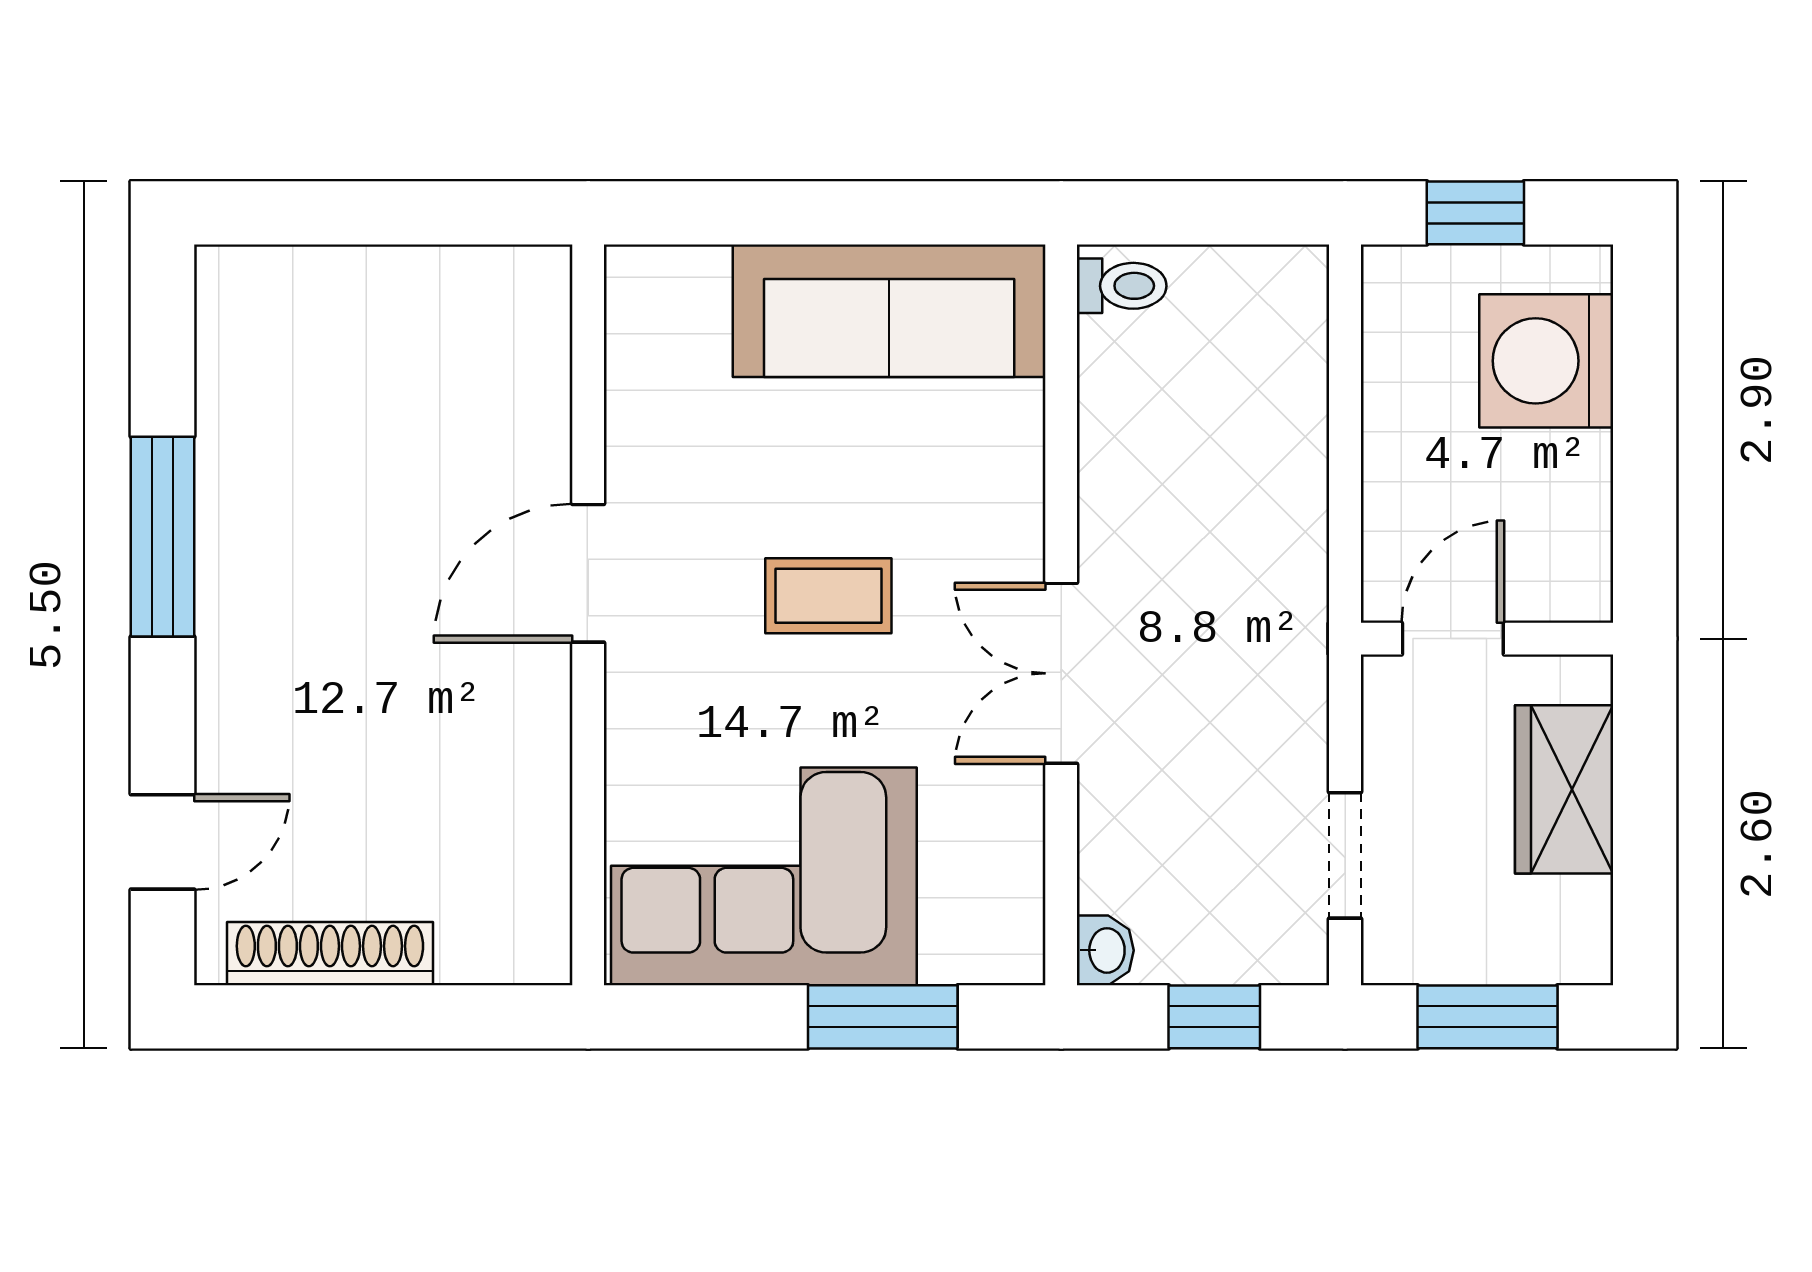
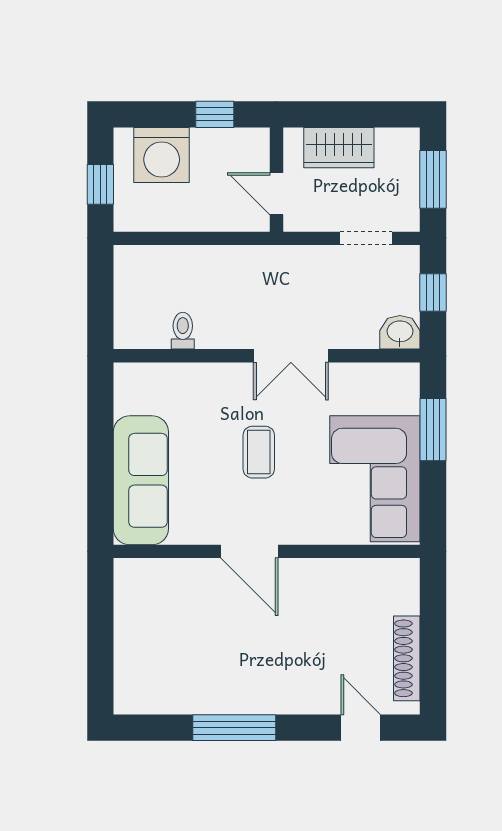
toilet: (1122, 286) -> (183, 331), moved
sofa: (889, 311) -> (141, 480), moved
window: (1645, 489) -> (215, 114), added
washbasin: (1105, 950) -> (400, 332), width x1.38, depth x1.45

